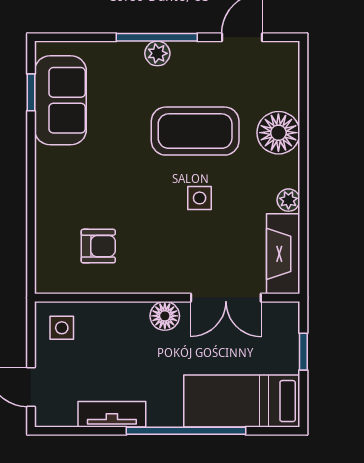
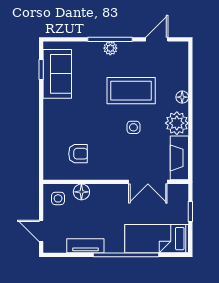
floor lamp: (278, 133) -> (182, 97), width x0.53, depth x0.53
plant: (288, 200) -> (177, 123), width x1.88, depth x1.88
floor lamp: (165, 316) -> (81, 192), moved

